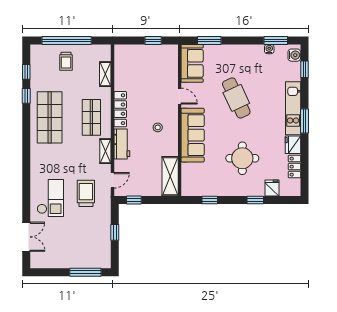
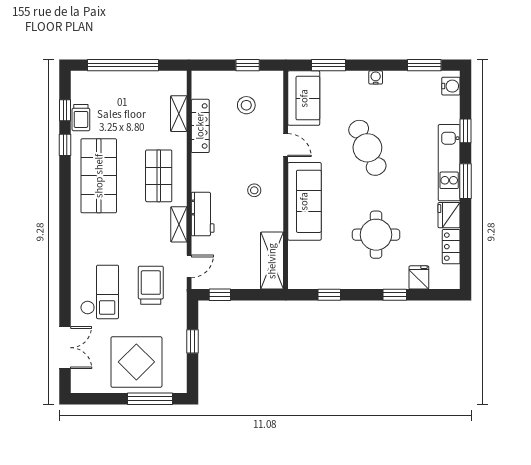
water cooler: (269, 49) -> (376, 77), moved
trolley: (66, 61) -> (81, 118), moved
stool: (152, 68) -> (246, 105), added
window: (304, 69) -> (466, 131), moved
locker: (120, 109) -> (200, 126), moved
display table: (76, 247) -> (136, 362), added

